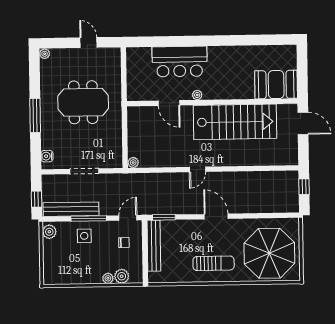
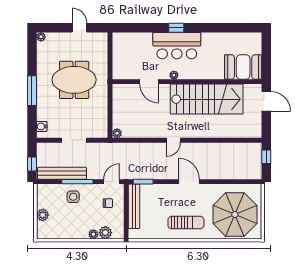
window: (199, 41) -> (176, 28), added
bar counter: (180, 62) -> (177, 46), moved
plant: (49, 232) -> (43, 215), moved

